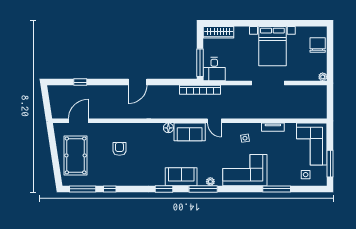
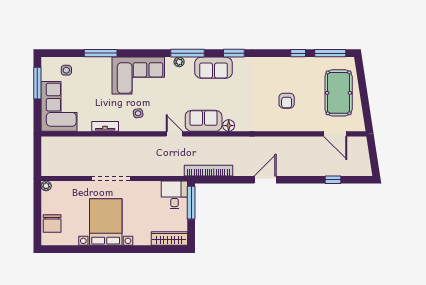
bookcase: (200, 90) -> (208, 171), moved
door: (78, 121) -> (335, 134), hinge flipped

